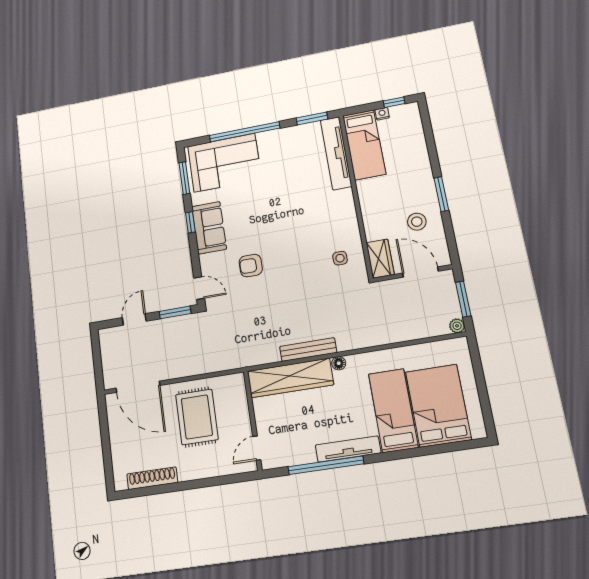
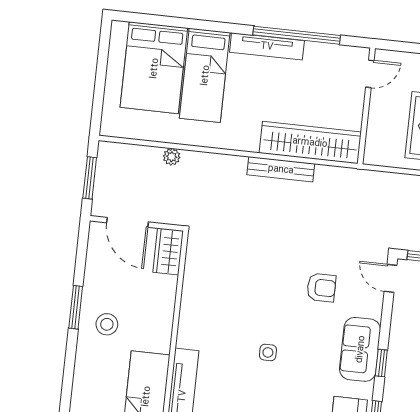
stool: (417, 222) -> (107, 324), moved
side table: (340, 258) -> (268, 352), moved
plant: (457, 326) -> (172, 157), moved
floor lamp: (339, 363) -> (250, 144), removed

